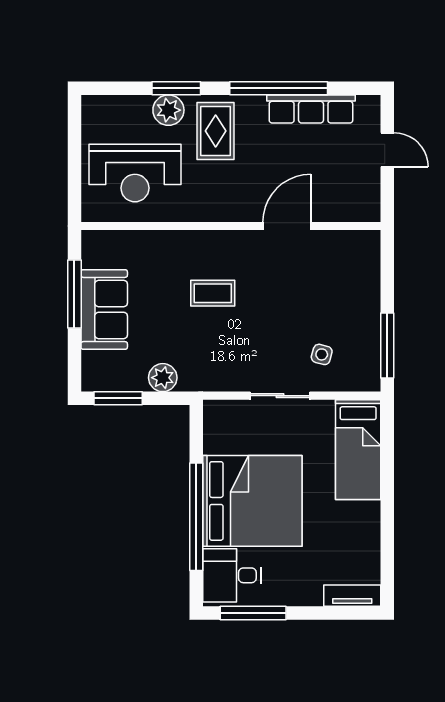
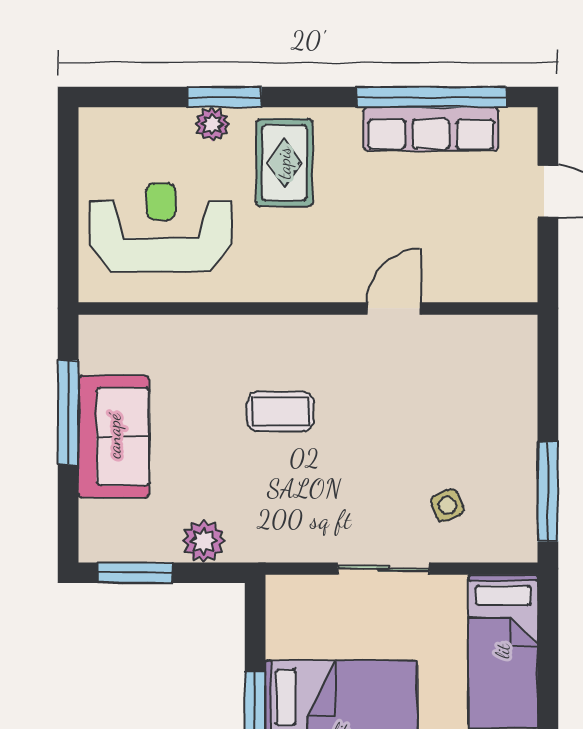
window: (279, 88) -> (431, 97), moved
plant: (168, 110) -> (212, 124), width x0.73, depth x0.73
reception desk: (135, 173) -> (161, 227), turned 180
door: (287, 226) -> (394, 308), width x0.73
side table: (322, 354) -> (447, 505), turned -37

